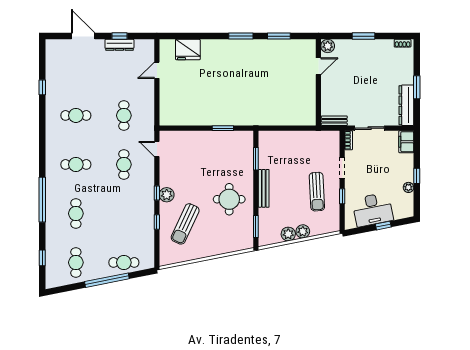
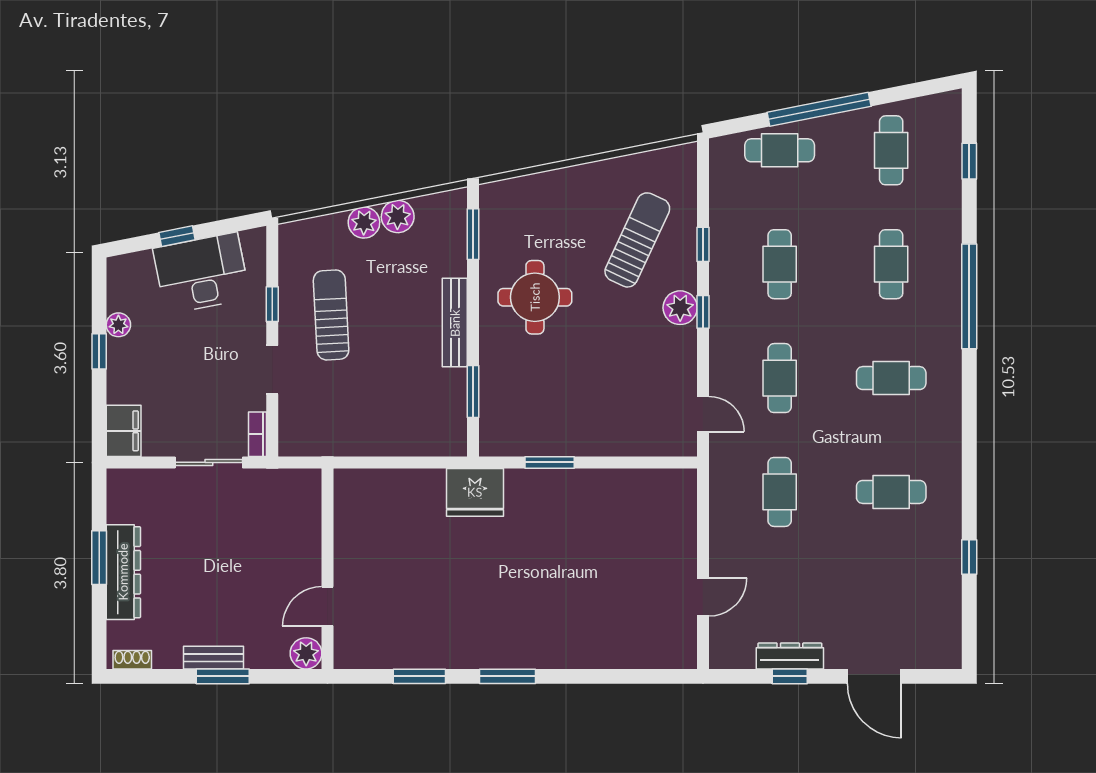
fridge: (188, 50) -> (475, 492), moved, turned 180
dresser: (406, 105) -> (123, 572), moved
bench: (334, 121) -> (214, 658), moved
cafe table: (124, 213) -> (780, 264), added

